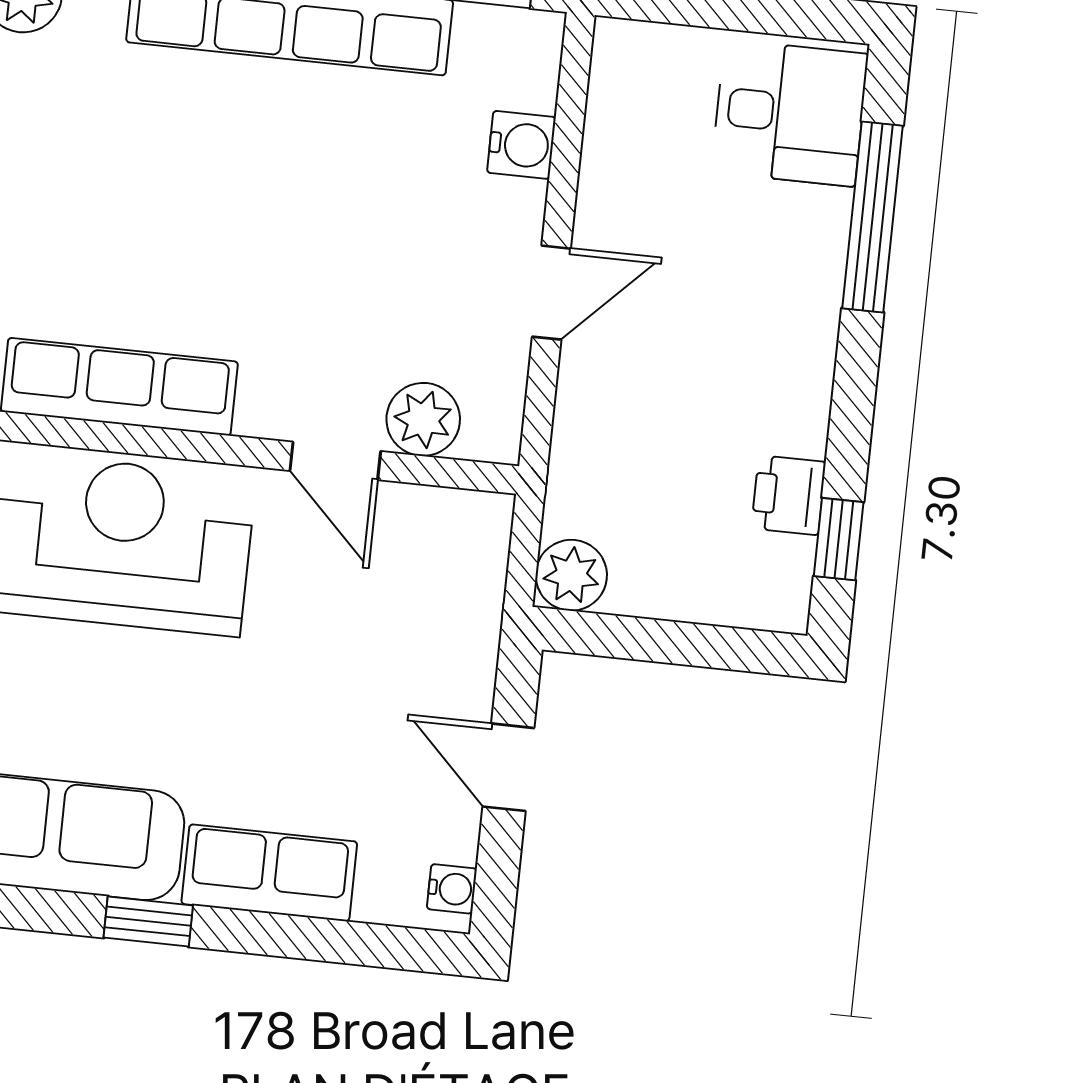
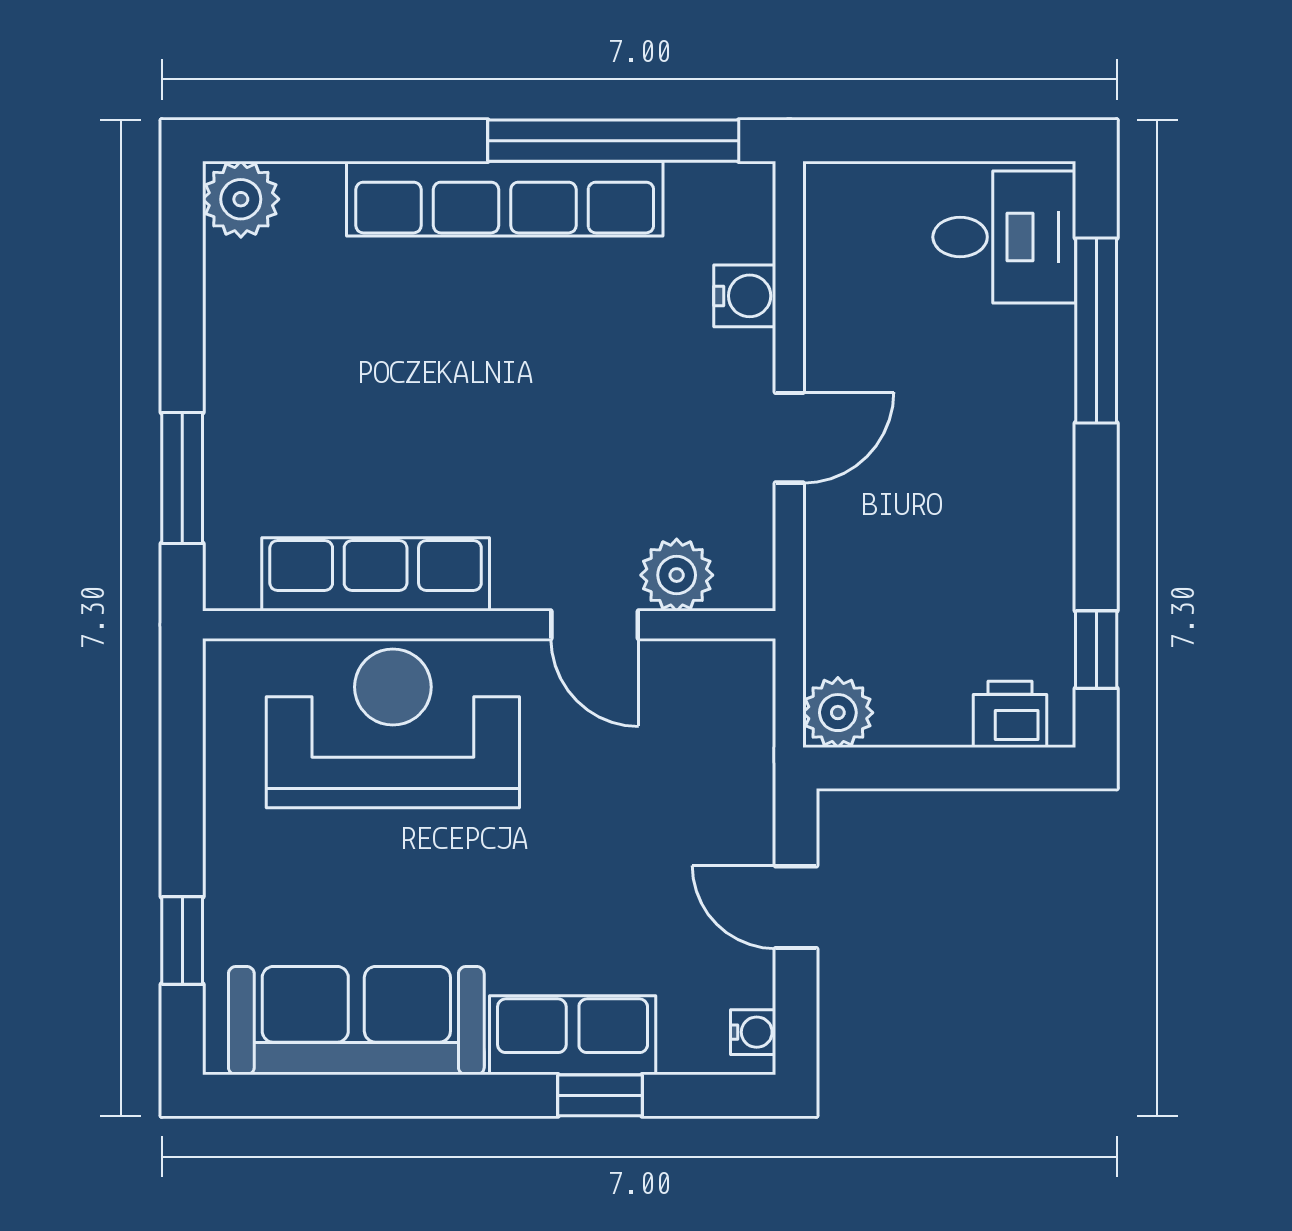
printer: (788, 495) -> (1010, 714), moved, turned 90
window: (148, 921) -> (600, 1095), moved

